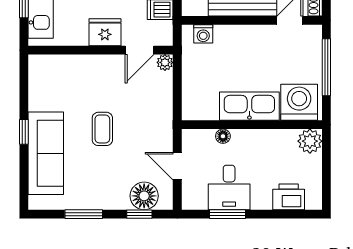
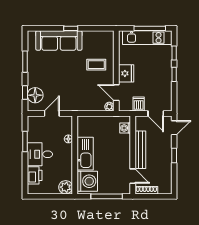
coffee table: (102, 129) -> (96, 65), moved
desk: (229, 187) -> (40, 154), moved

